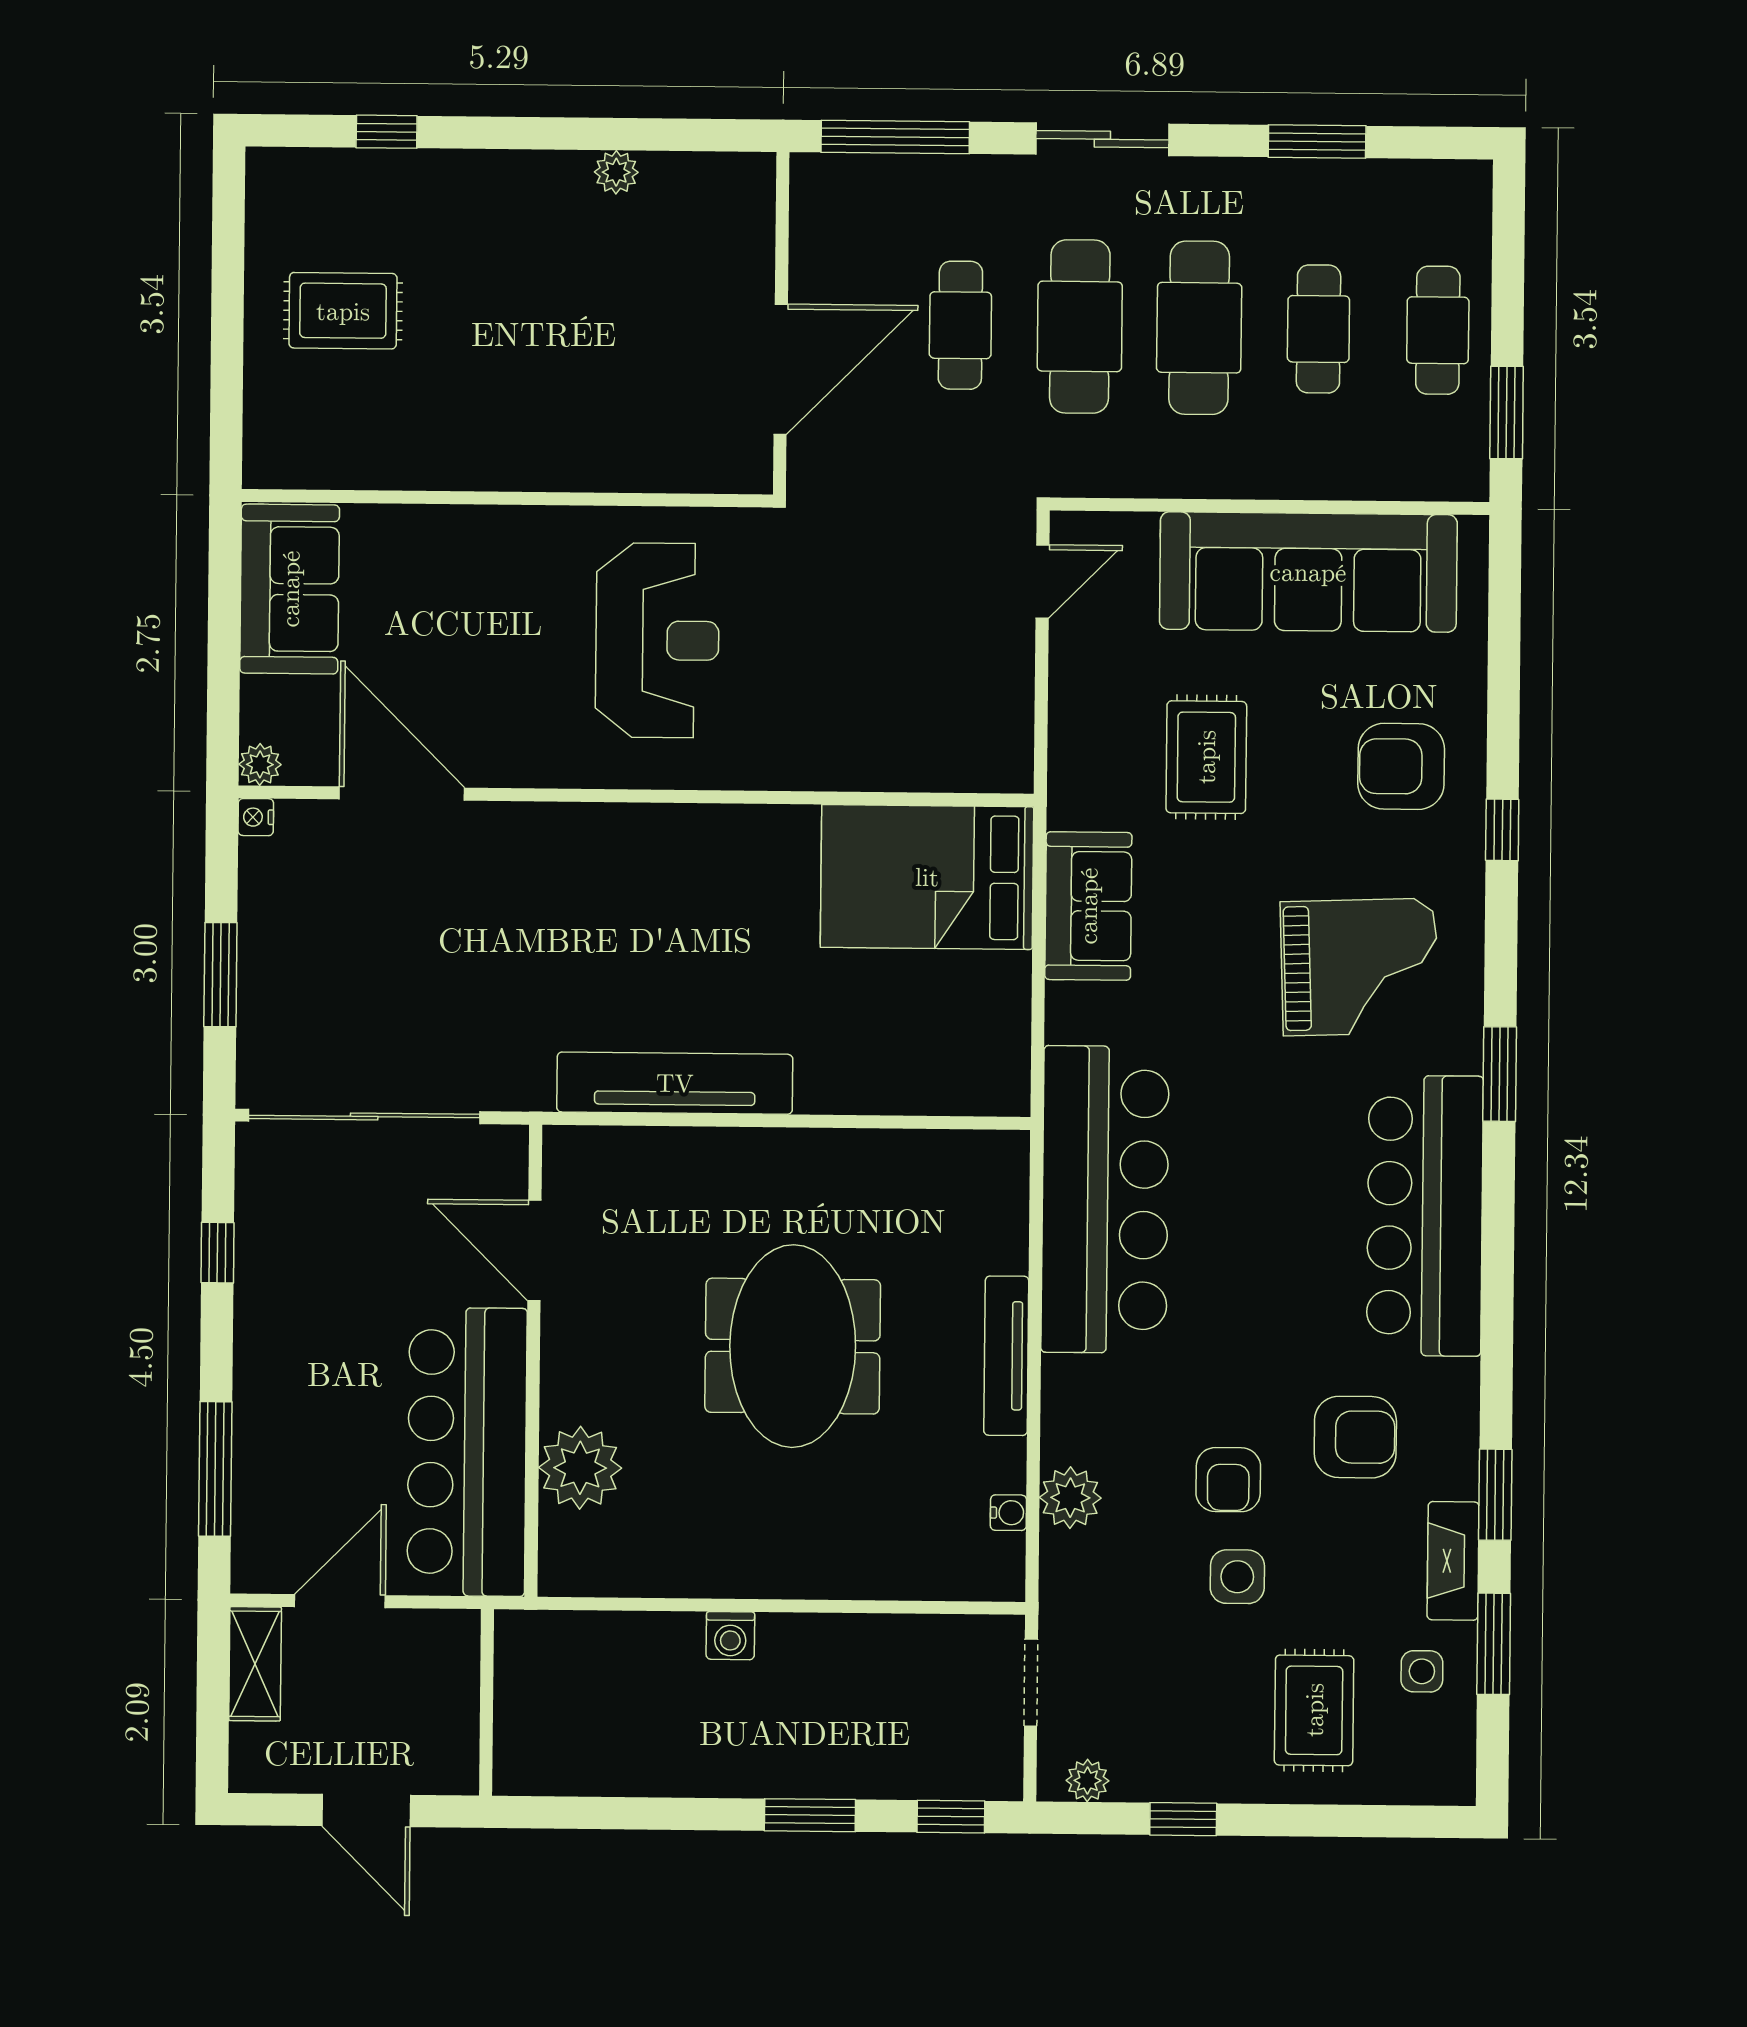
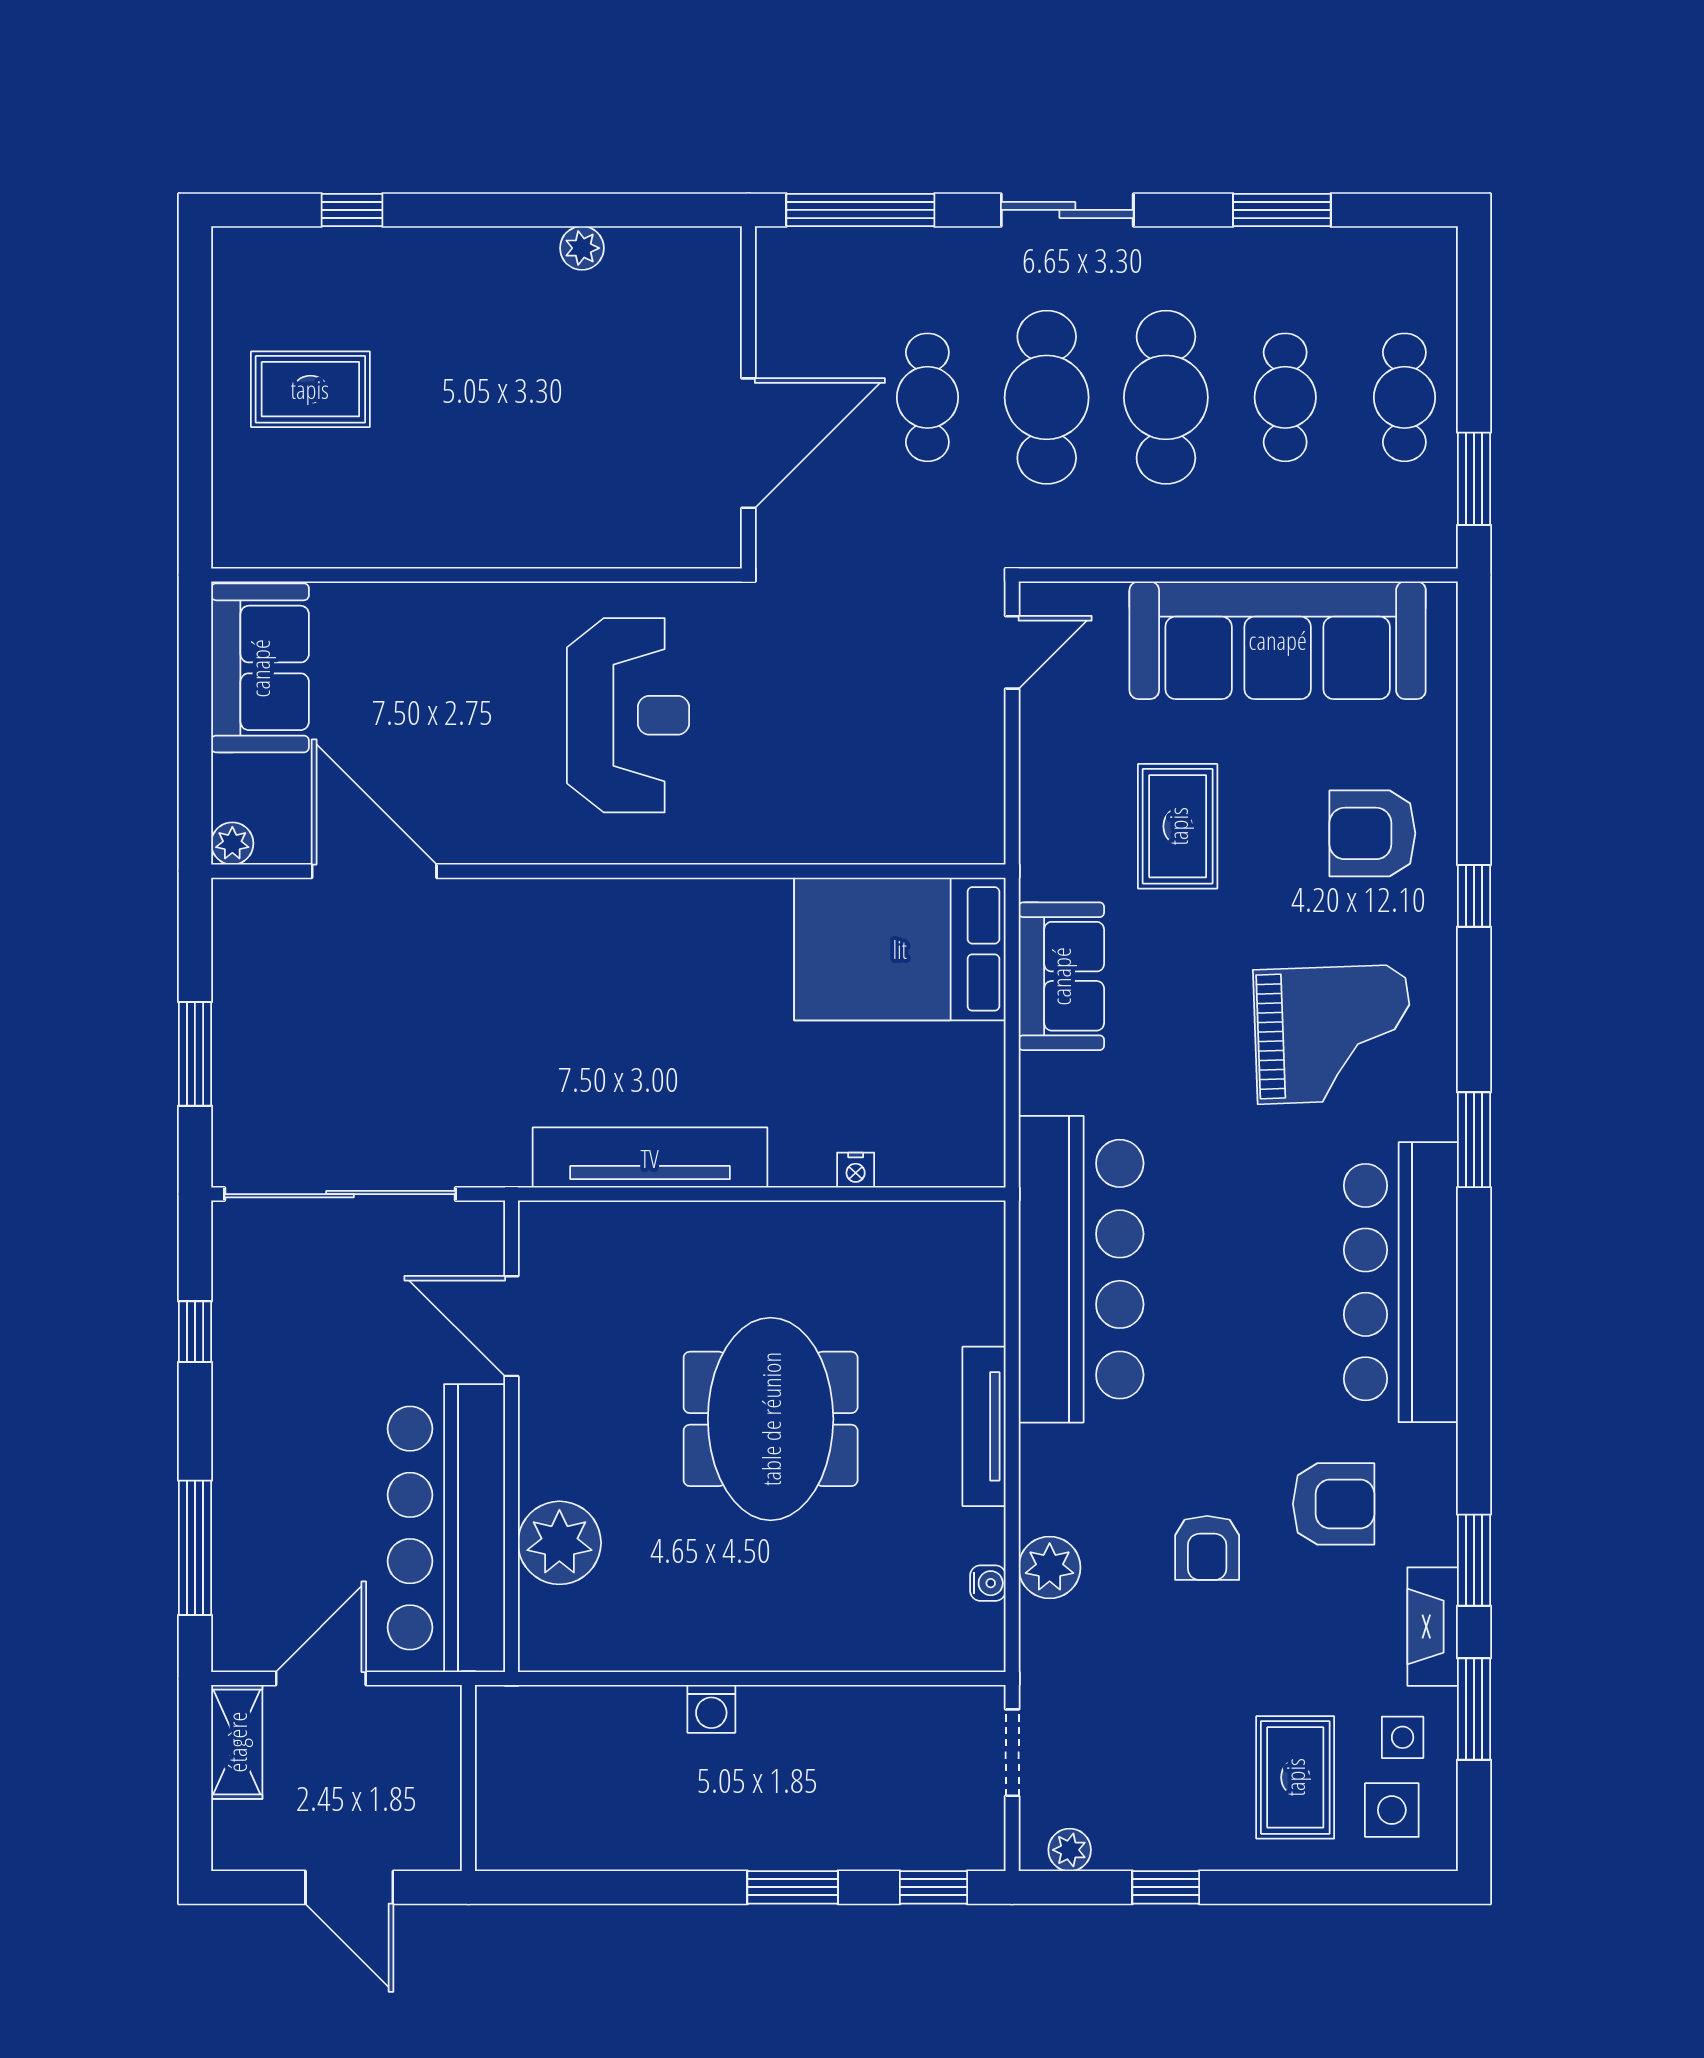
nightstand: (256, 817) -> (856, 1170), moved, turned -90
side table: (1237, 1577) -> (1392, 1810), moved

